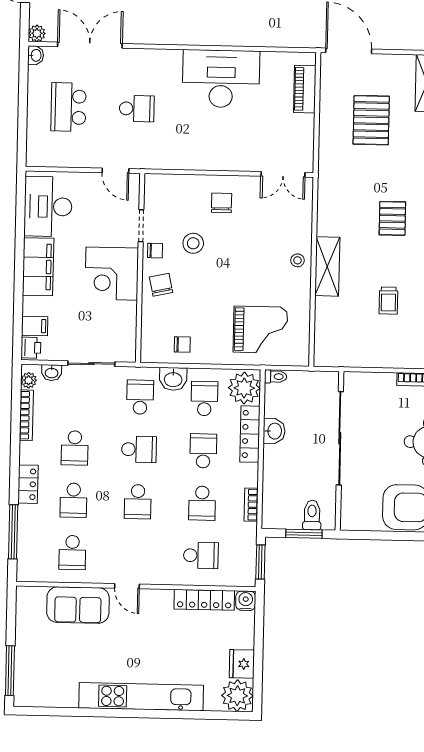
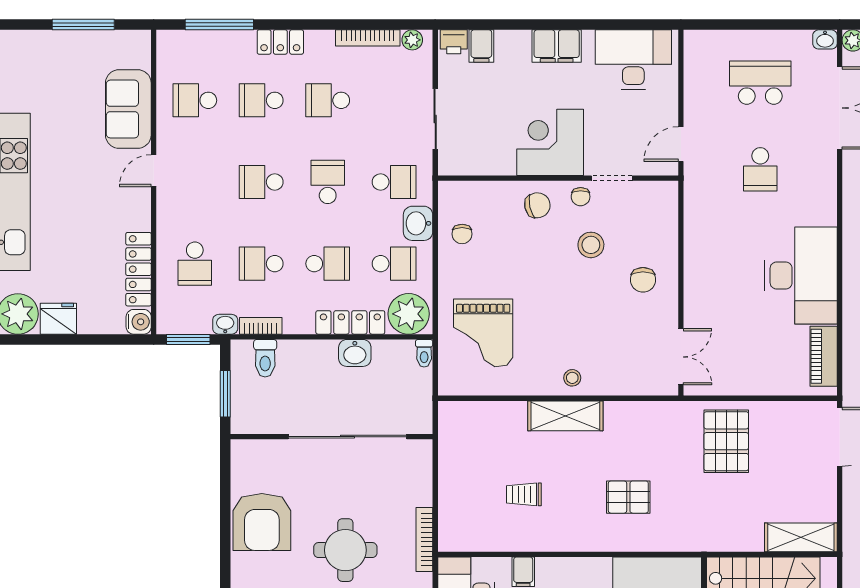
piano: (305, 89) -> (824, 356), moved, turned -90
pallet: (371, 120) -> (726, 441), moved, turned 90
double door: (283, 174) -> (681, 357), swing flipped
chair: (222, 203) -> (643, 280), turned 90
filing cabinet: (38, 267) -> (557, 46), width x0.67, depth x0.86
washbasin: (52, 373) -> (225, 324), moved, turned 90
school desk: (139, 449) -> (328, 182), turned 180
toilet: (312, 515) -> (265, 358), moved, turned 90
window: (10, 671) -> (83, 25), moved

